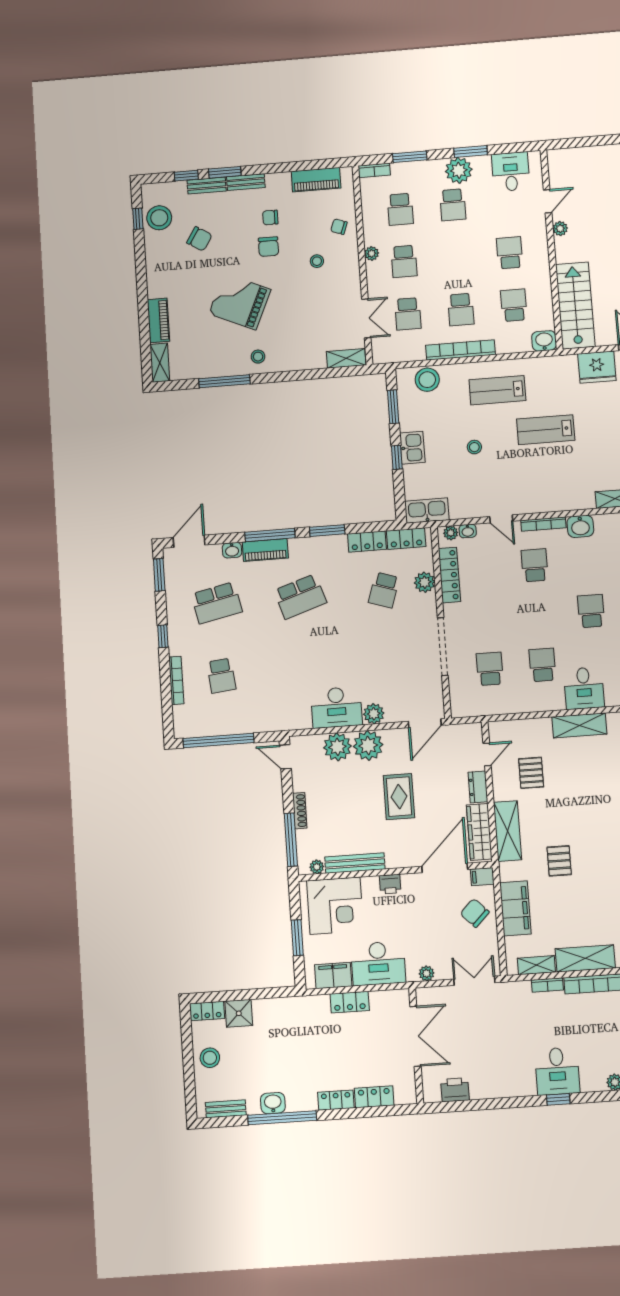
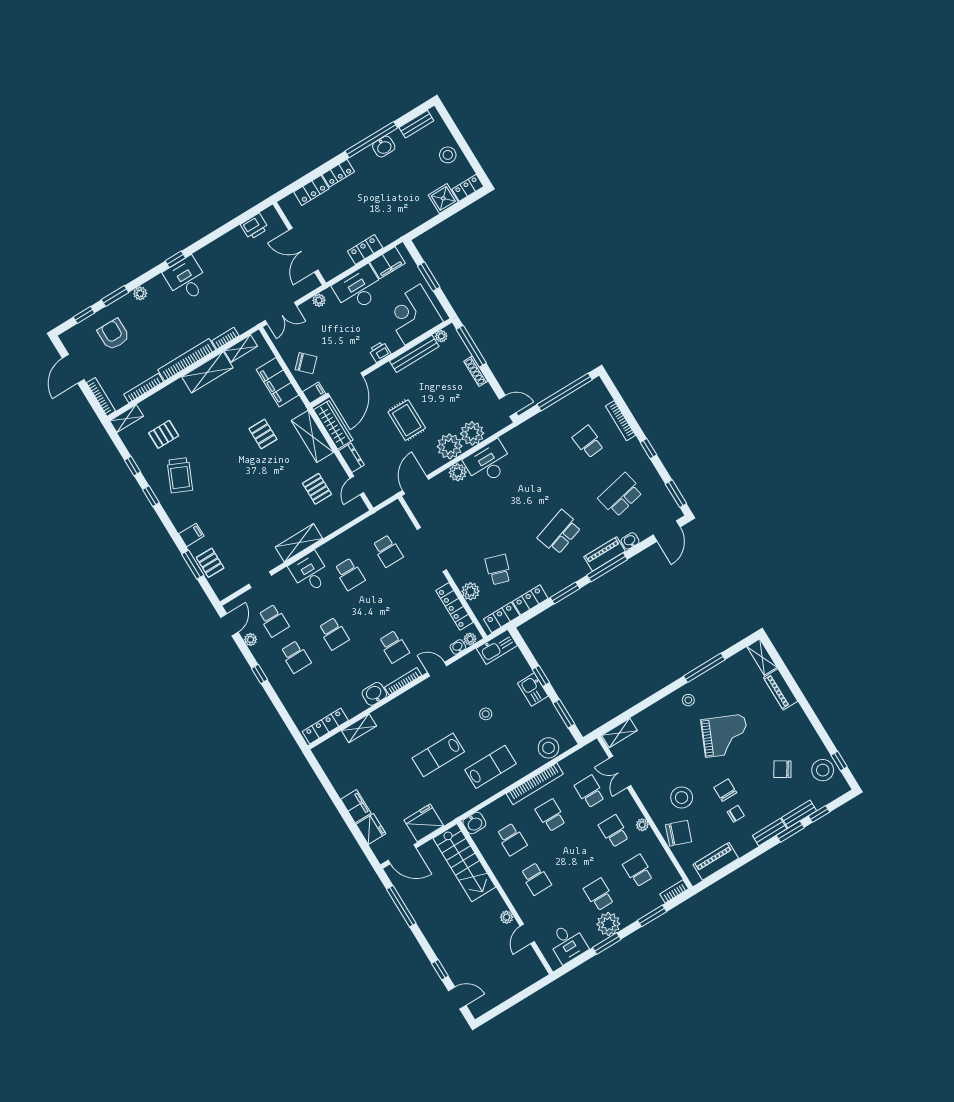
chair: (339, 227) -> (679, 833), width x1.87, depth x1.87
stool: (317, 261) -> (682, 798), width x1.89, depth x1.89
lab bench: (546, 430) -> (438, 755), turned 180

